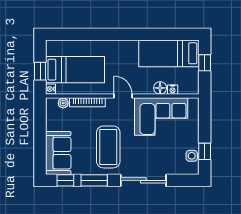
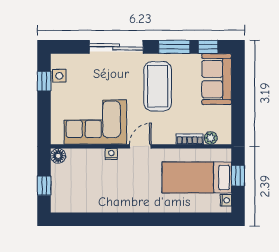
bed: (169, 53) -> (86, 197), removed
floor lamp: (160, 88) -> (58, 156), moved
nightstand: (50, 89) -> (226, 200), moved
nightstand: (173, 90) -> (111, 154), moved
door: (123, 96) -> (140, 146), swing flipped
bookcase: (87, 102) -> (190, 139), width x0.64

